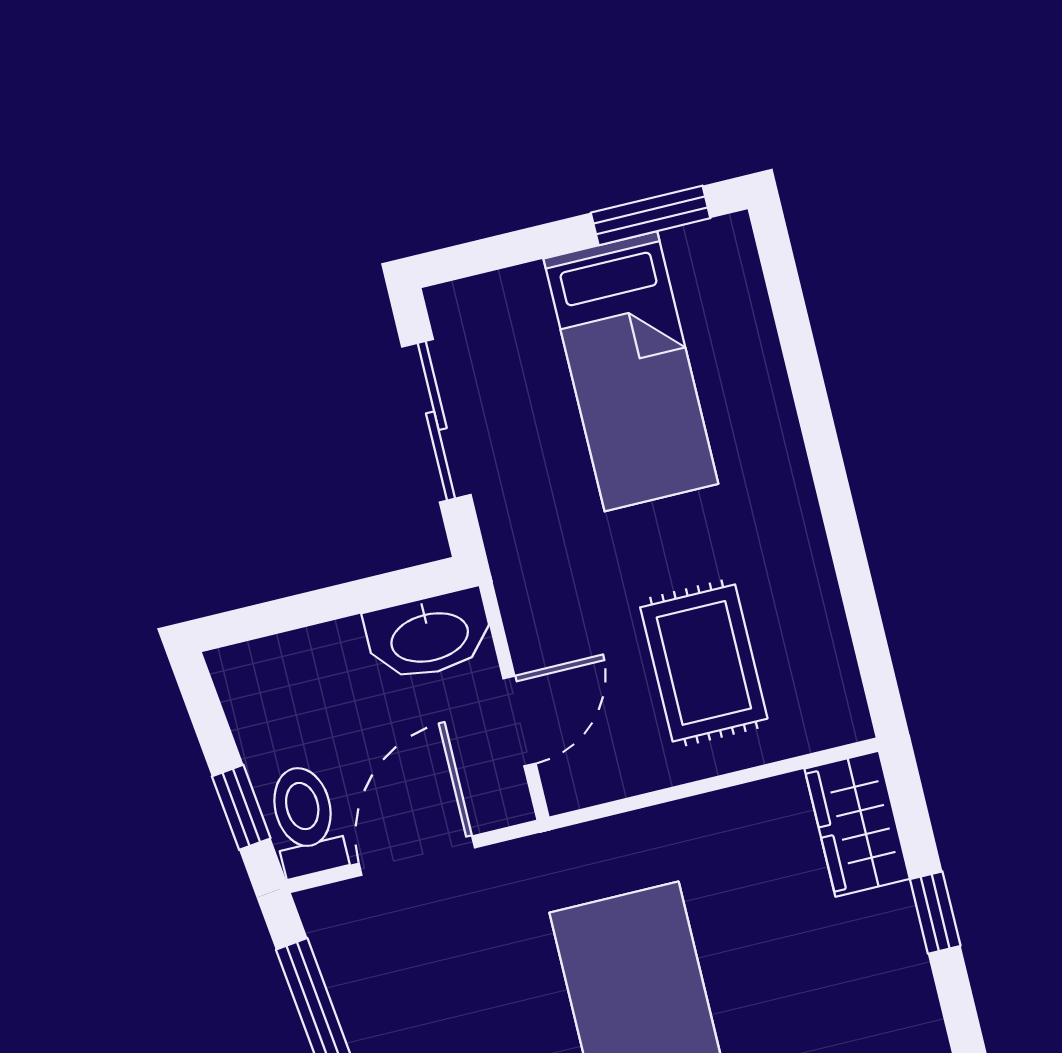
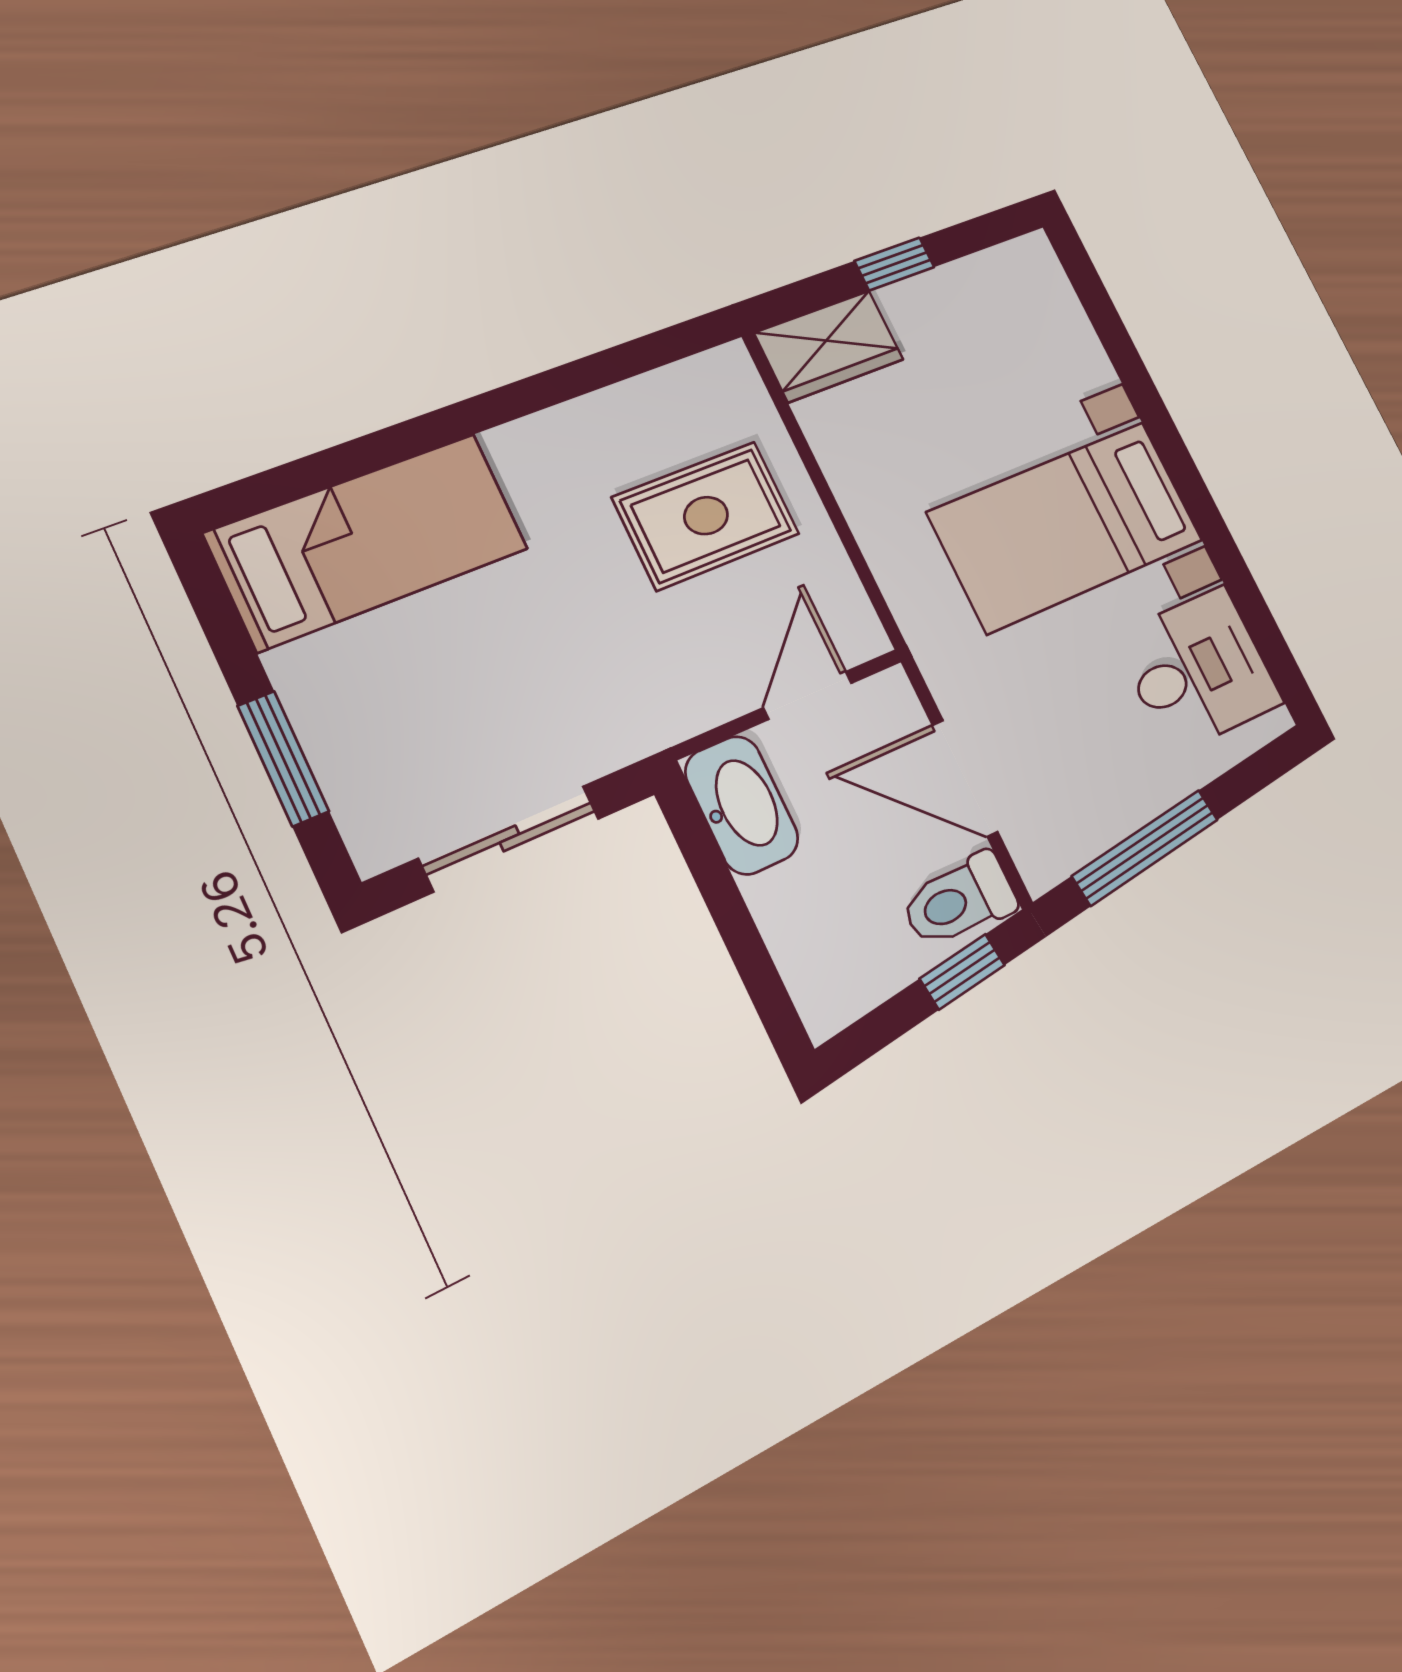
window: (651, 215) -> (283, 759), moved
bed: (631, 371) -> (368, 541), moved
door: (519, 721) -> (808, 695), hinge flipped

